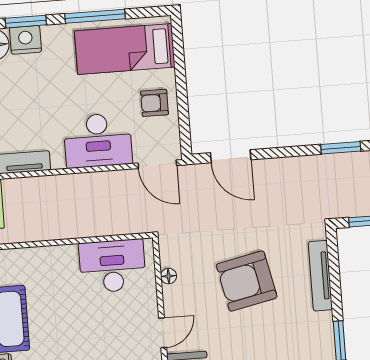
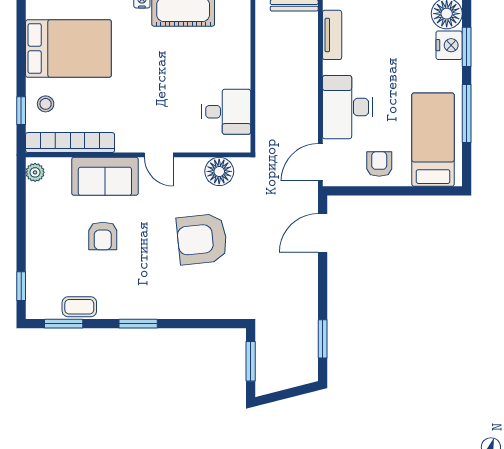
desk: (112, 266) -> (226, 112), width x0.73
floor lamp: (169, 276) -> (219, 171), width x1.89, depth x1.89
tv unit: (320, 276) -> (202, 310), removed
armchair: (247, 281) -> (202, 239), turned -84

